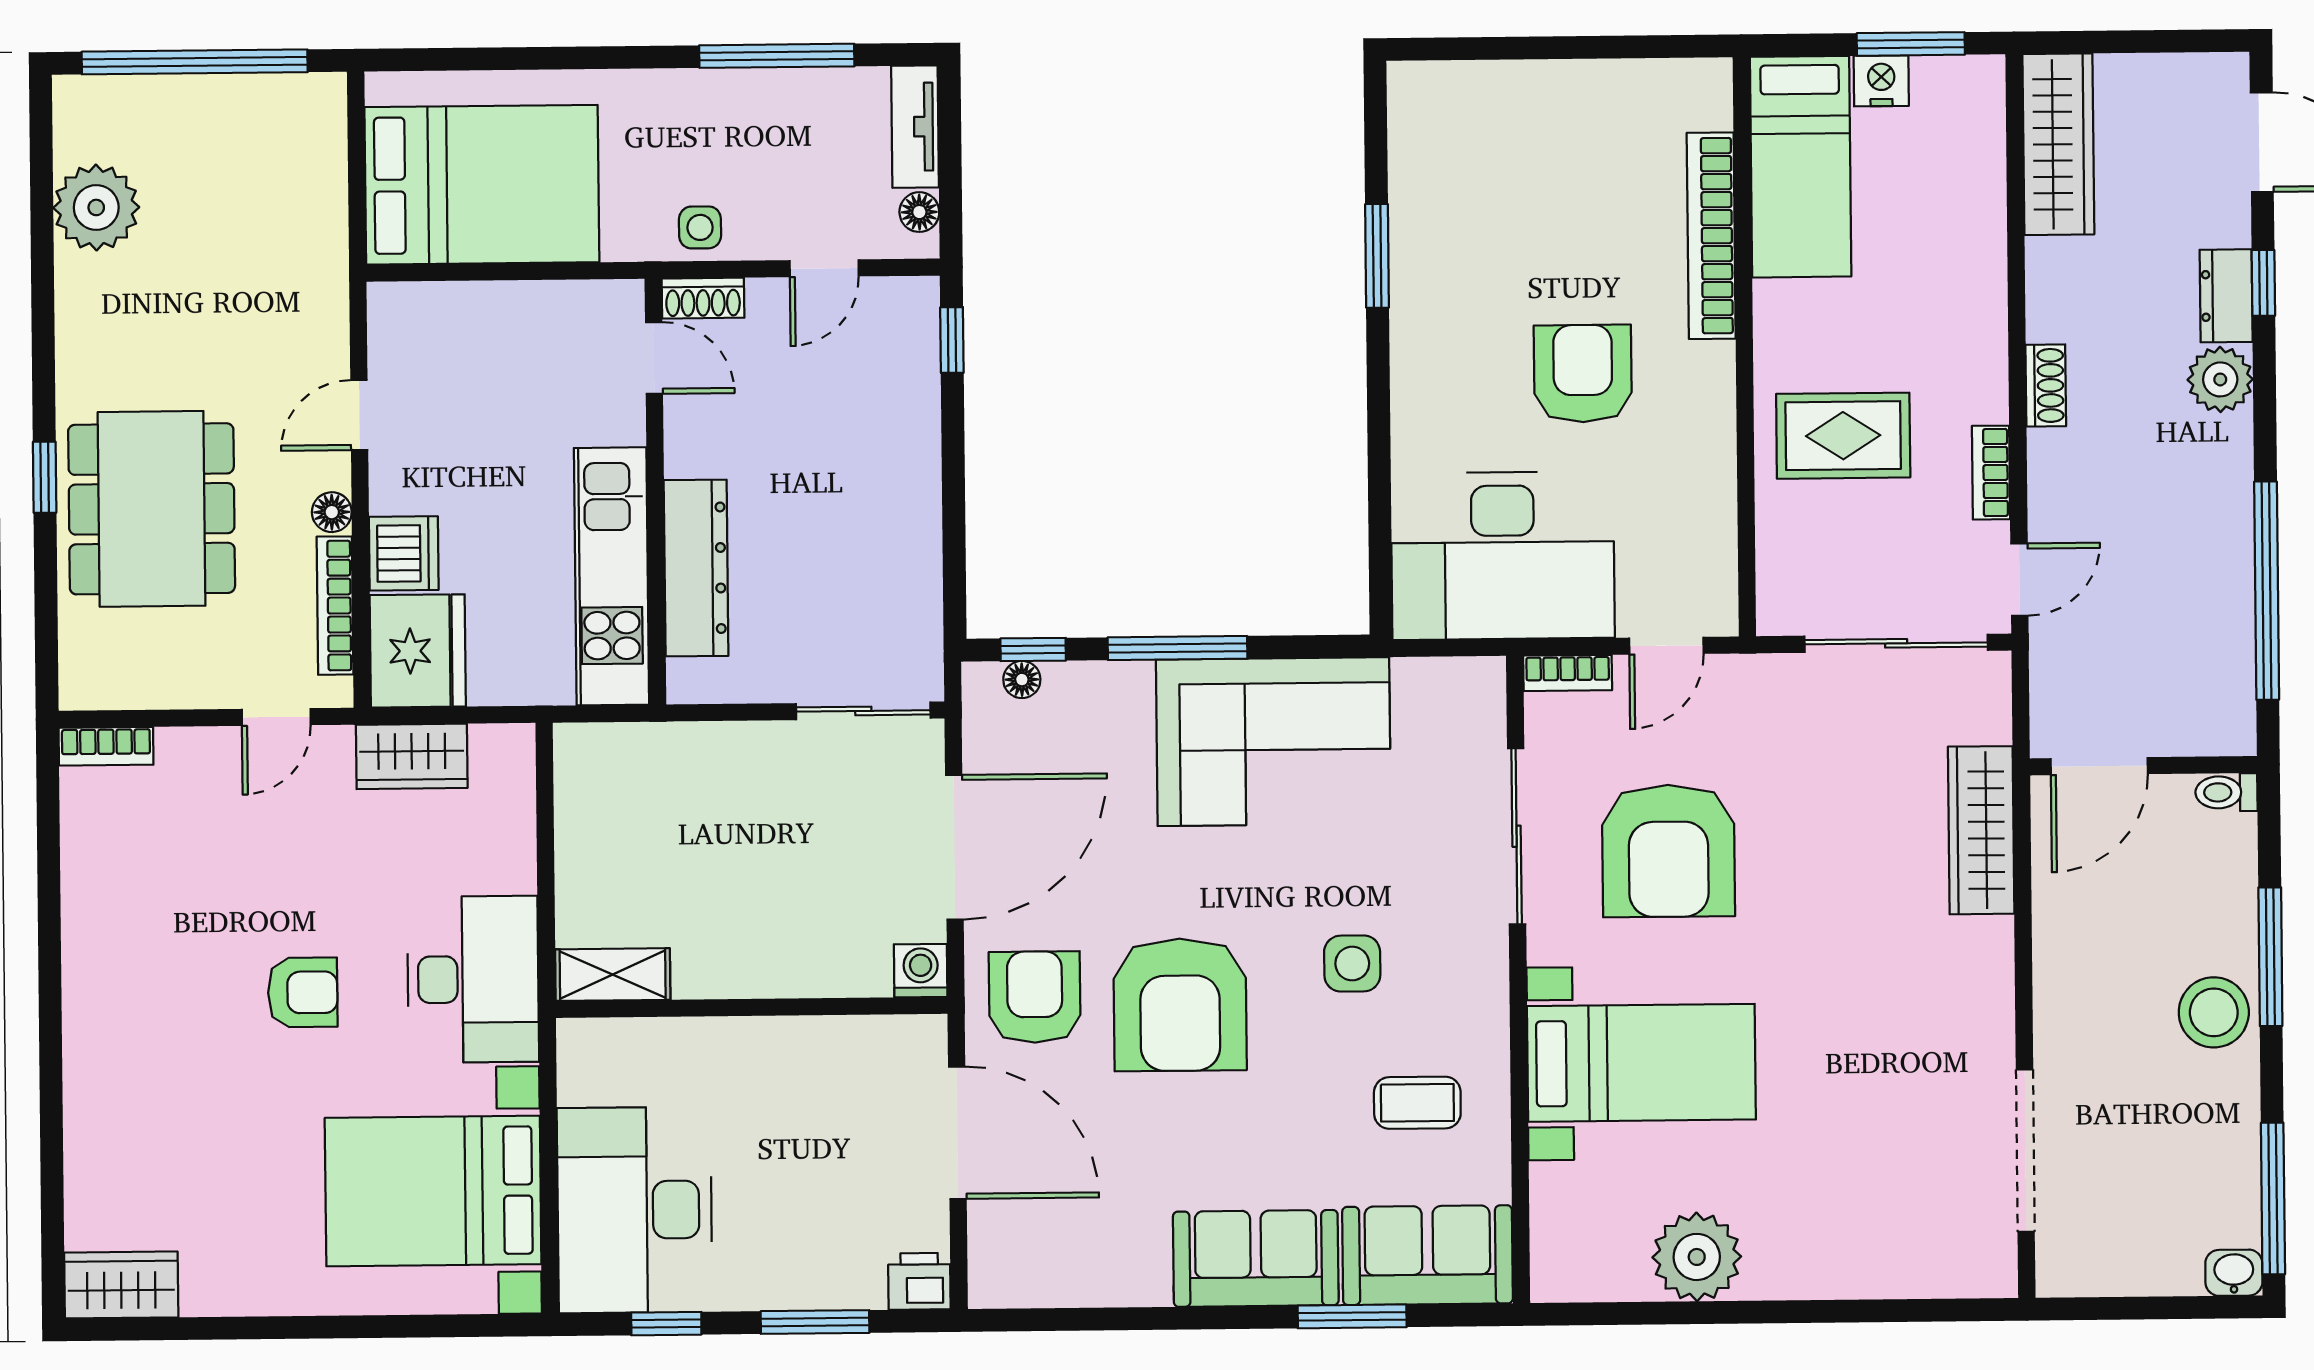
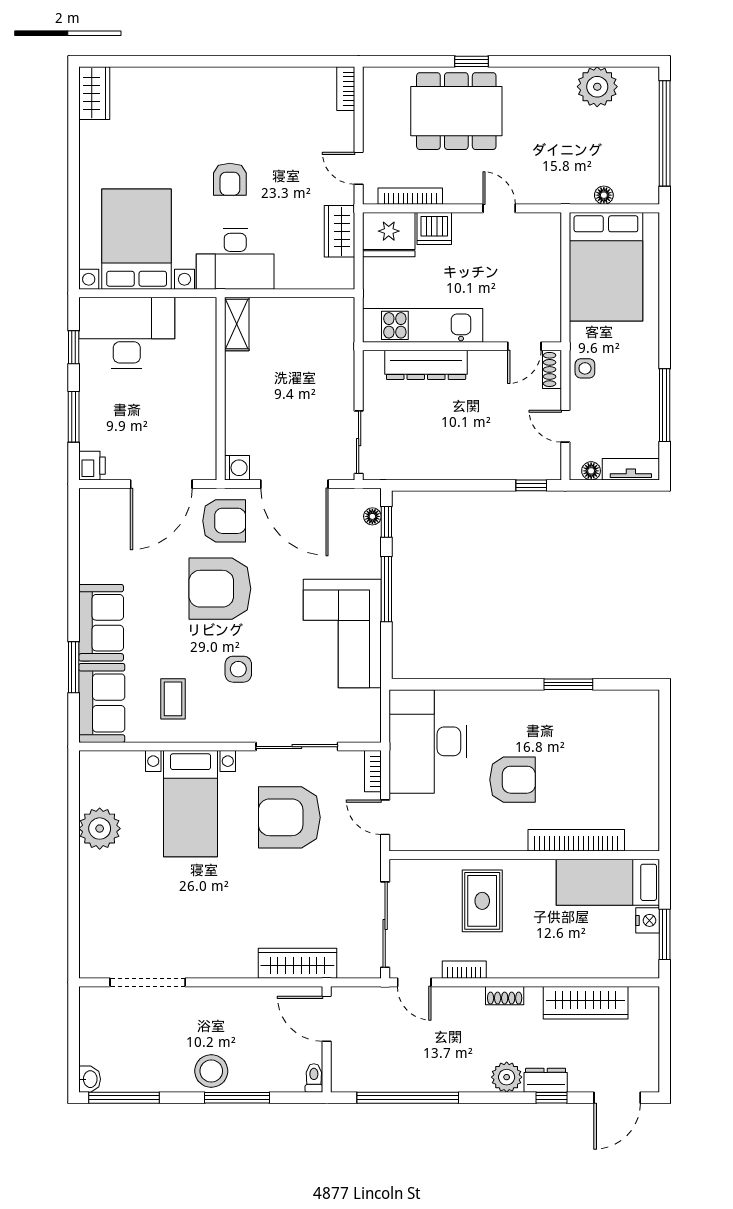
wardrobe: (2058, 144) -> (586, 1003), moved
floor lamp: (332, 512) -> (604, 195), moved

